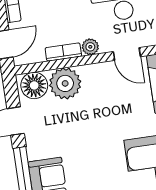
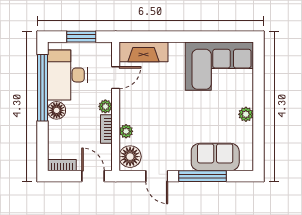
plant: (65, 83) -> (126, 131), width x0.53, depth x0.53

